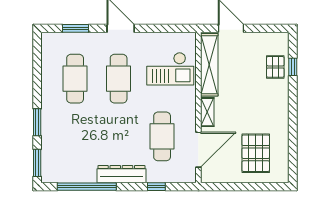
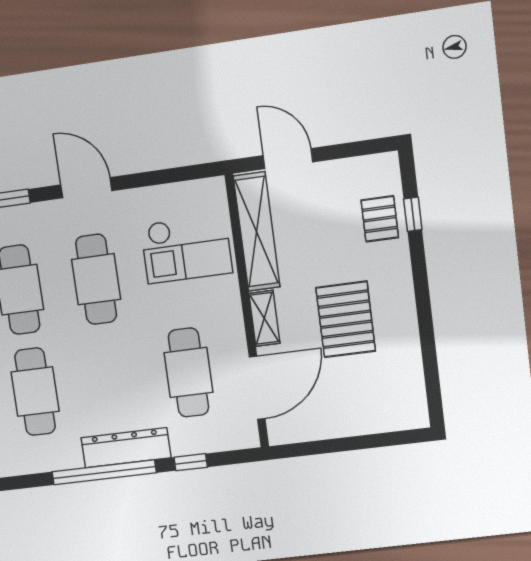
cafe table: (75, 136) -> (35, 392), added
pallet: (256, 153) -> (346, 319), moved
window: (87, 187) -> (104, 472), moved

